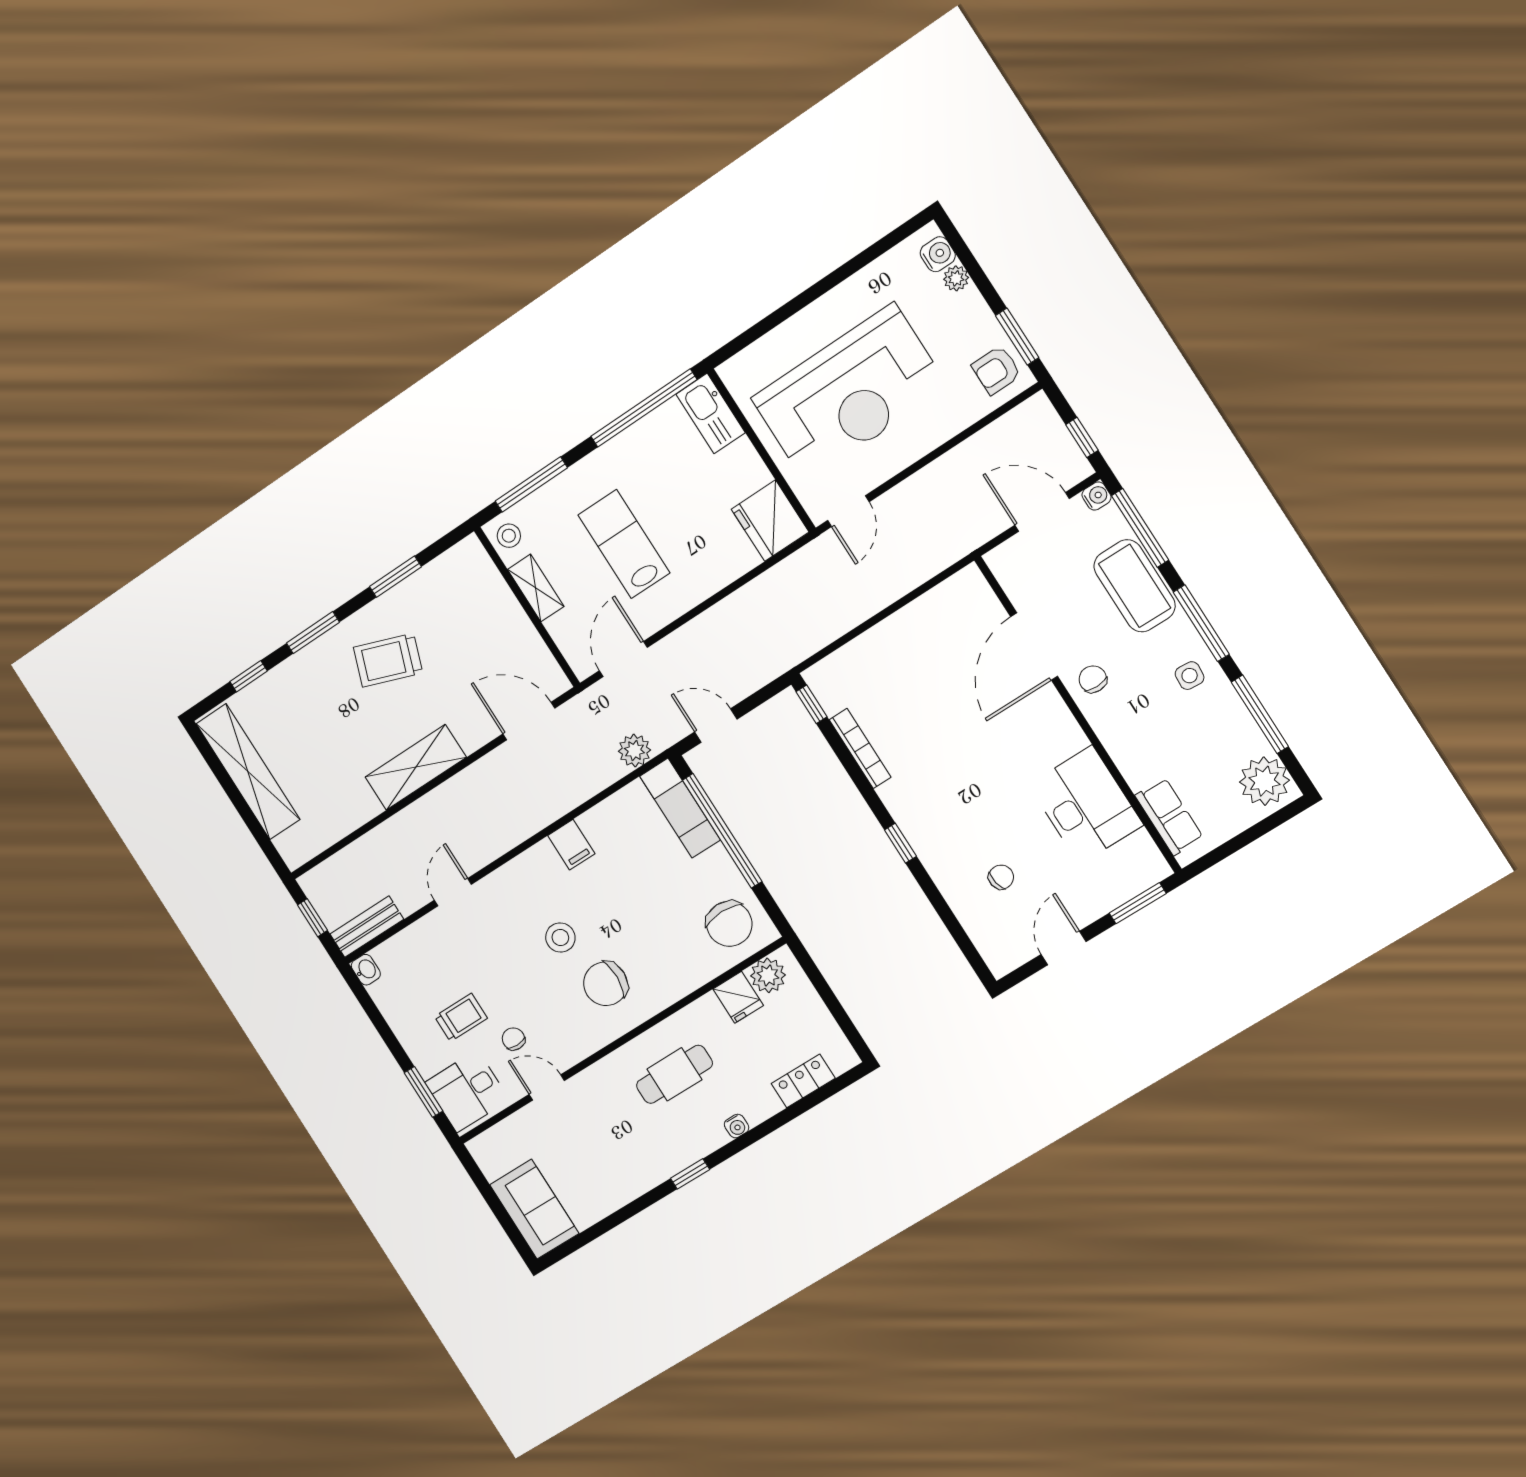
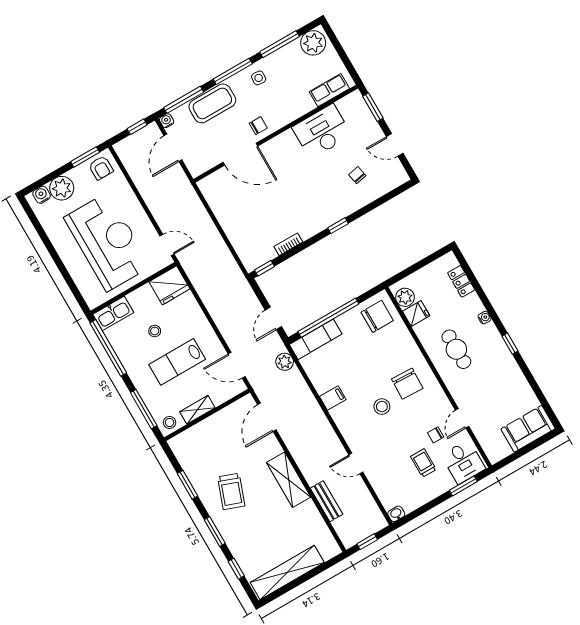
plant: (956, 278) -> (62, 188), width x1.87, depth x1.87
stool: (681, 497) -> (155, 331), added
chair: (1093, 679) -> (258, 126), turned 180
bookcase: (860, 748) -> (288, 244), width x0.64
bench: (367, 927) -> (326, 501), moved

